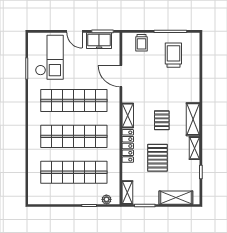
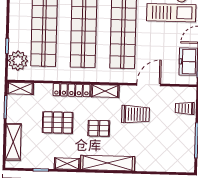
trolley: (173, 55) -> (135, 114), moved
shelving: (193, 119) -> (108, 163), width x1.47
plant: (106, 199) -> (18, 61), width x1.87, depth x1.87

